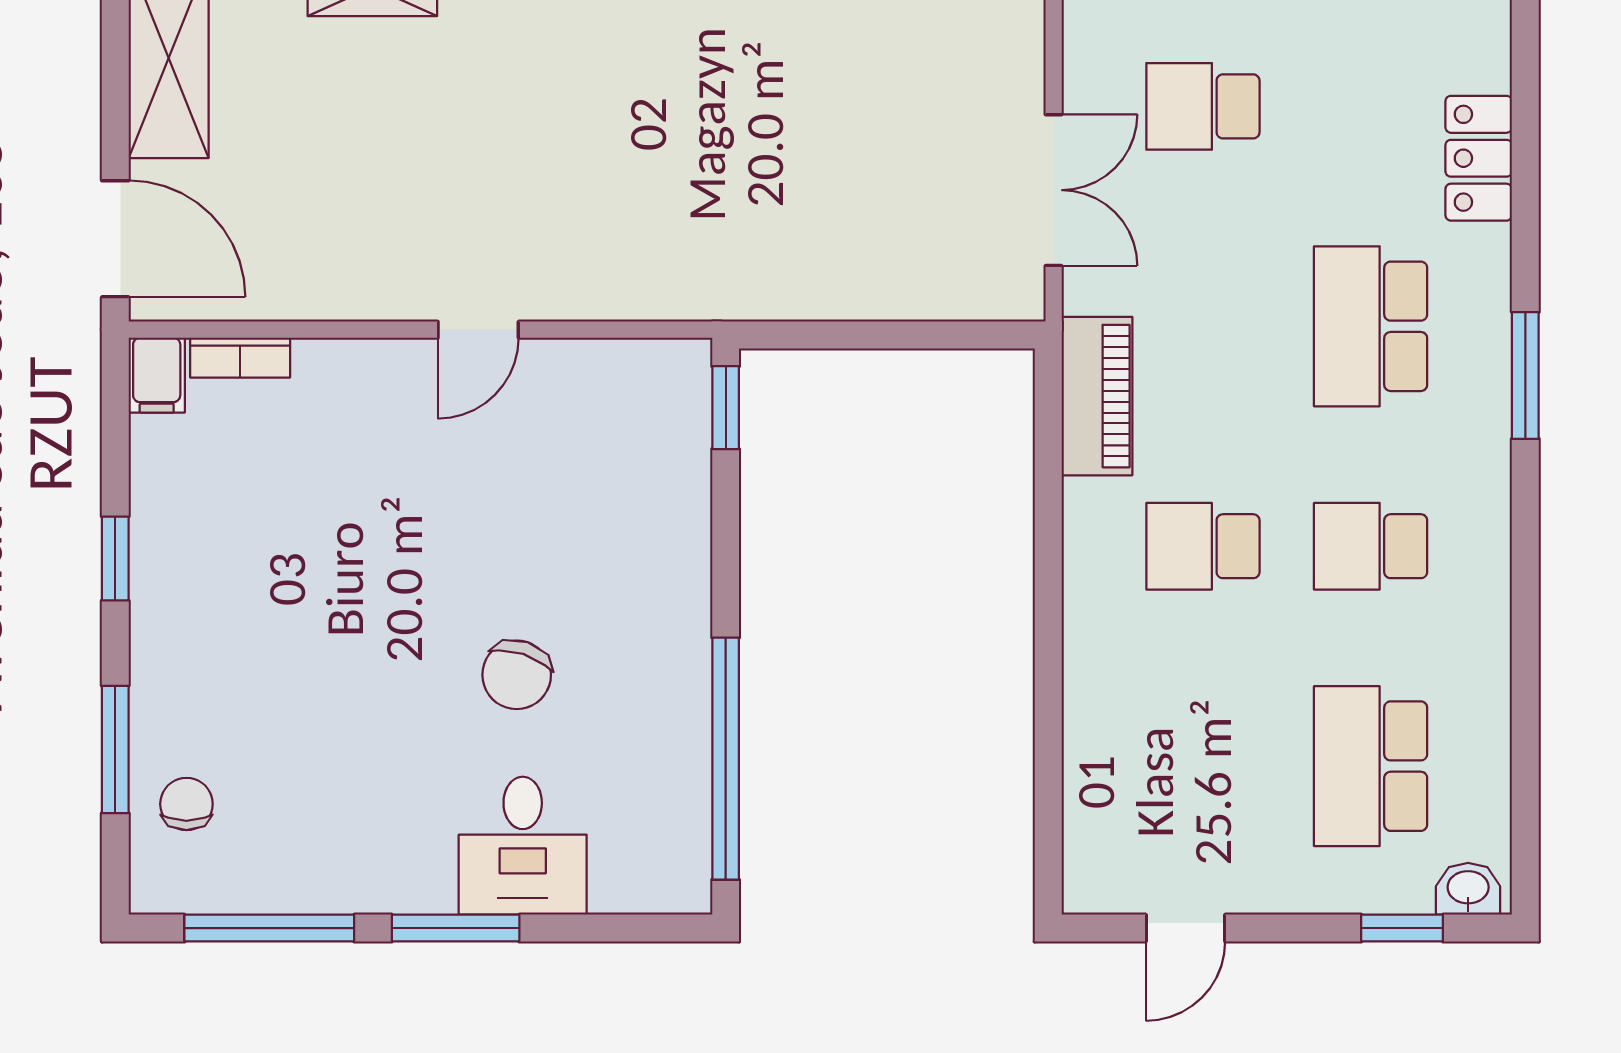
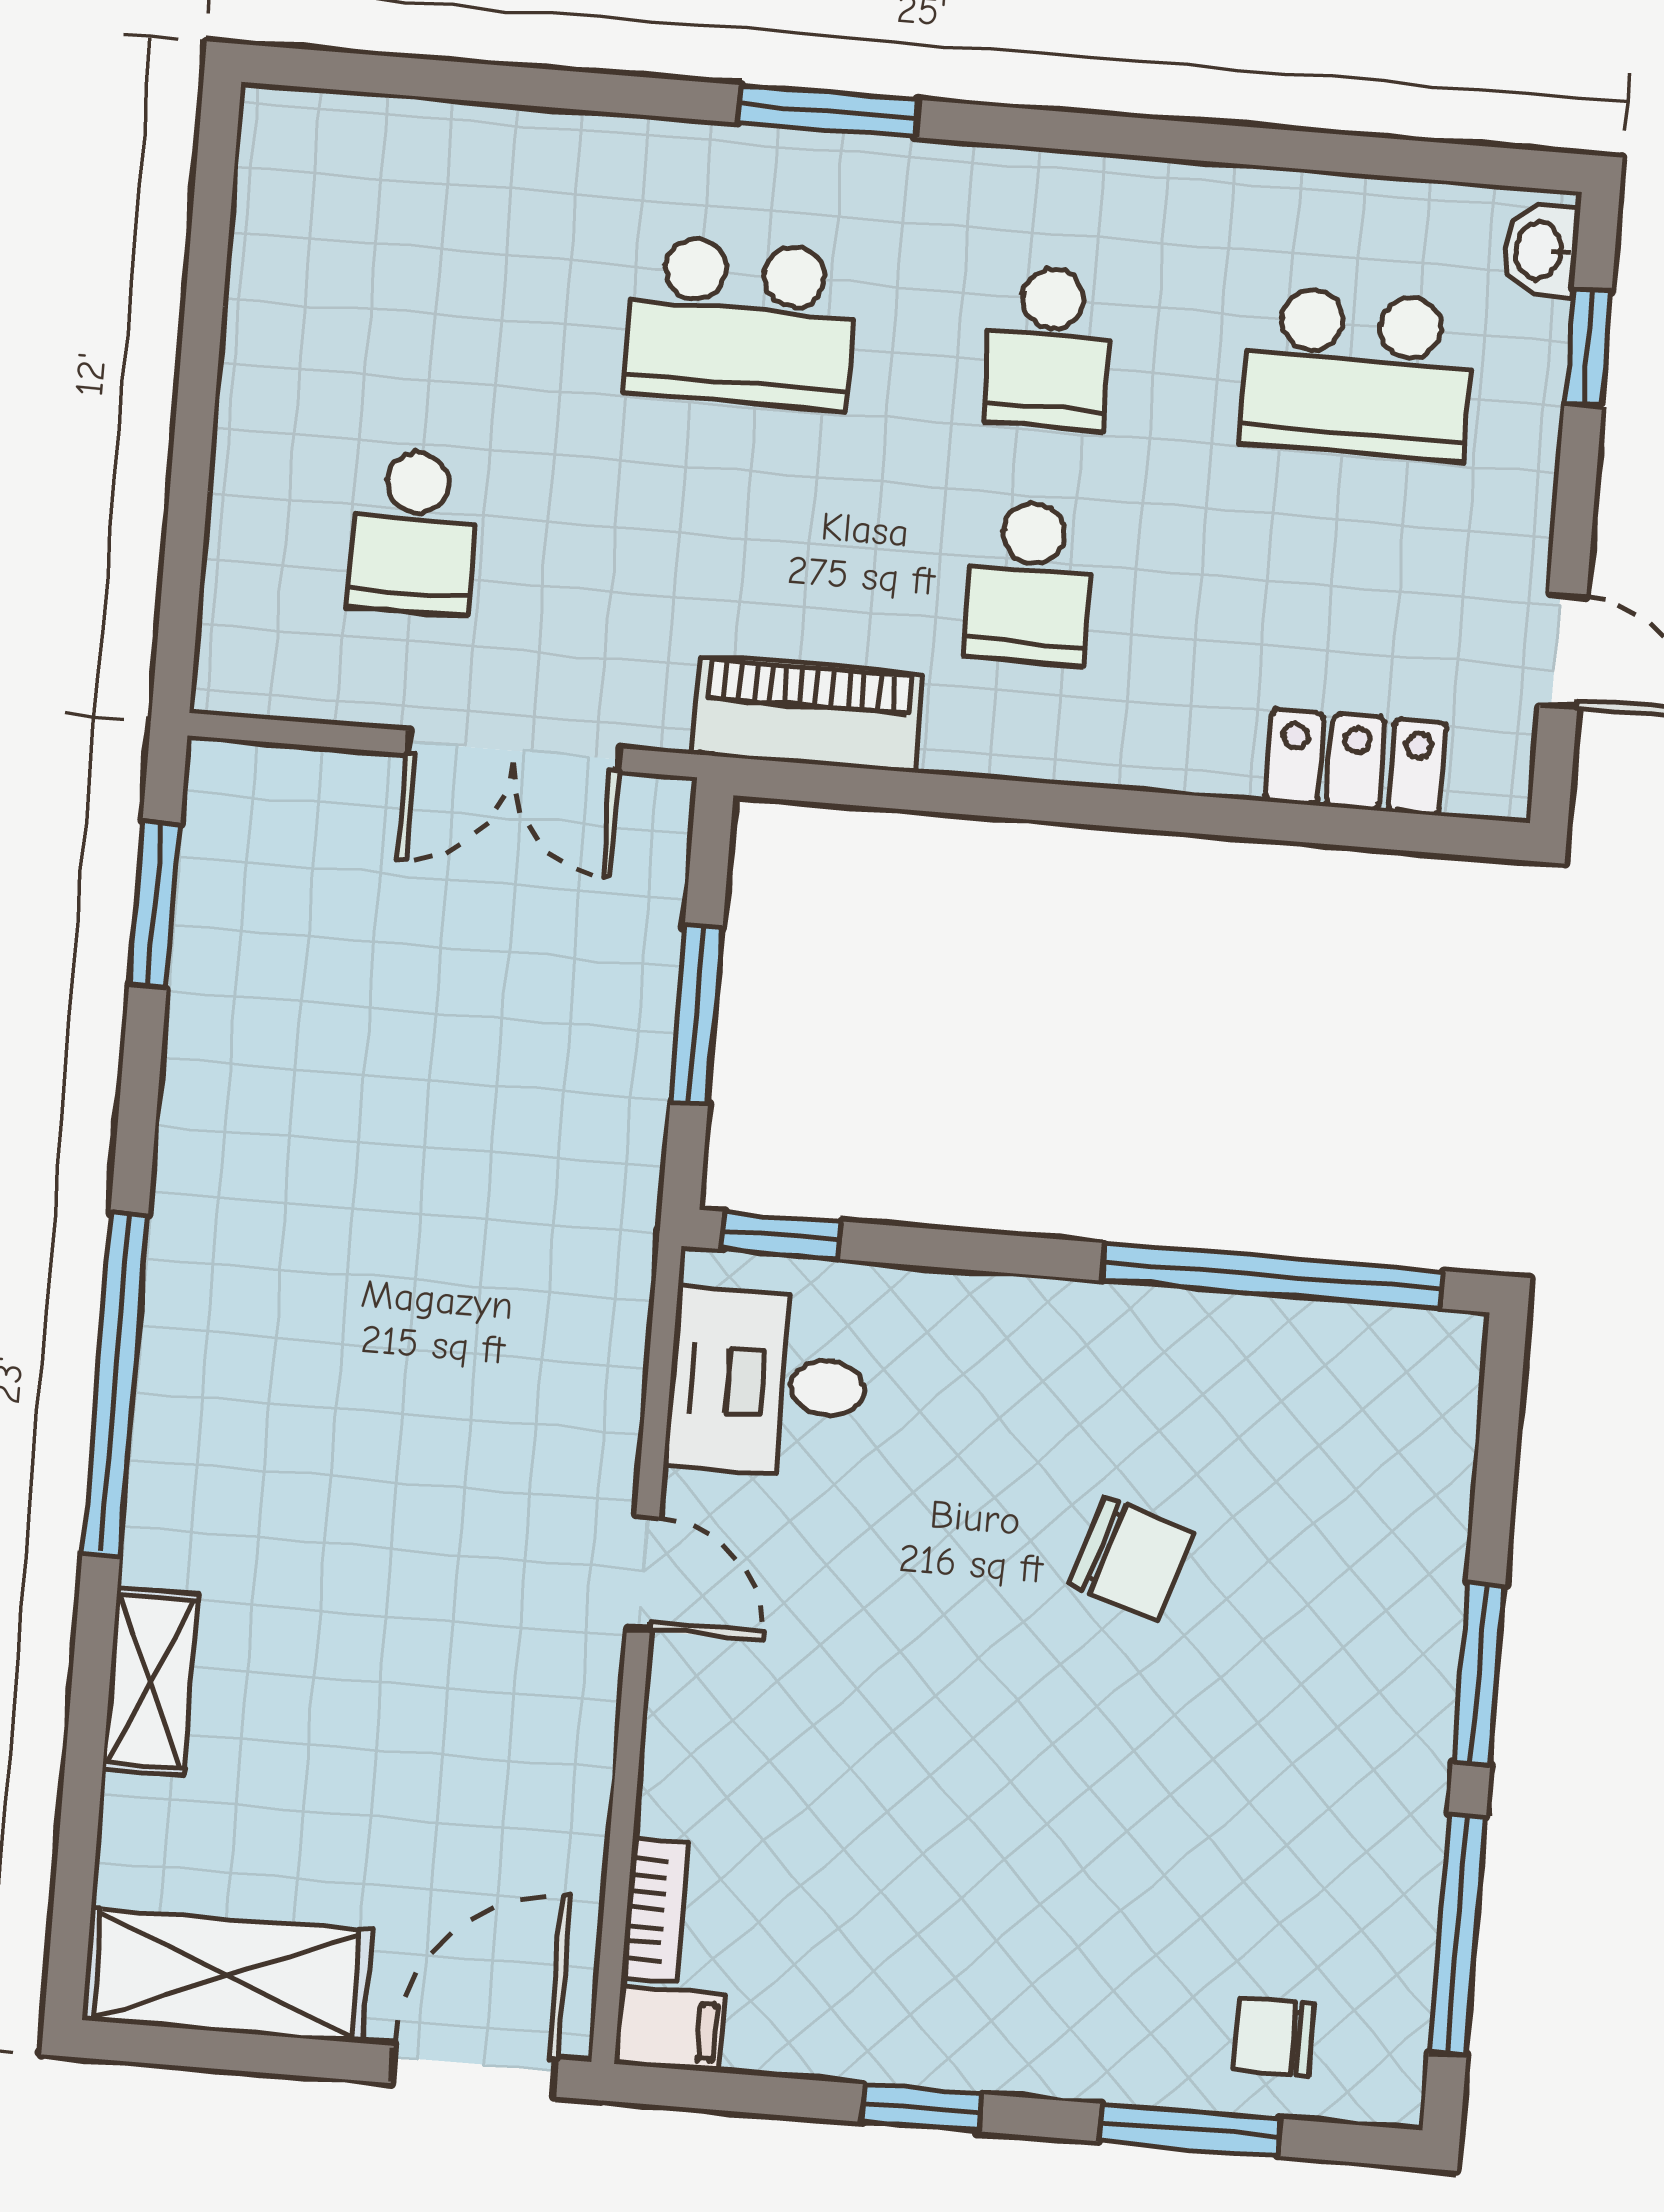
locker: (1479, 158) -> (1356, 762), moved, turned 180
double door: (1054, 190) -> (514, 751), swing flipped
window: (877, 335) -> (696, 1015), added
desk: (523, 846) -> (767, 1383), moved, turned 180

